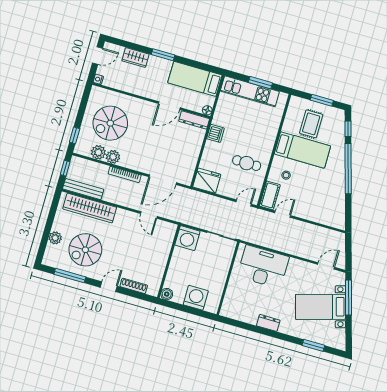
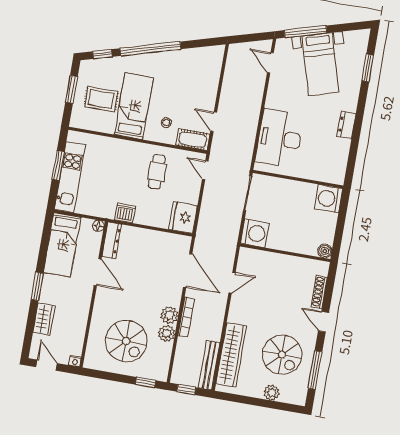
plant: (98, 152) -> (169, 315), moved
washing machine: (196, 298) -> (328, 199), moved

